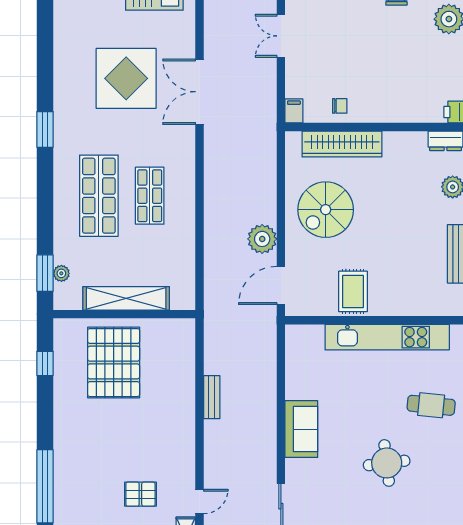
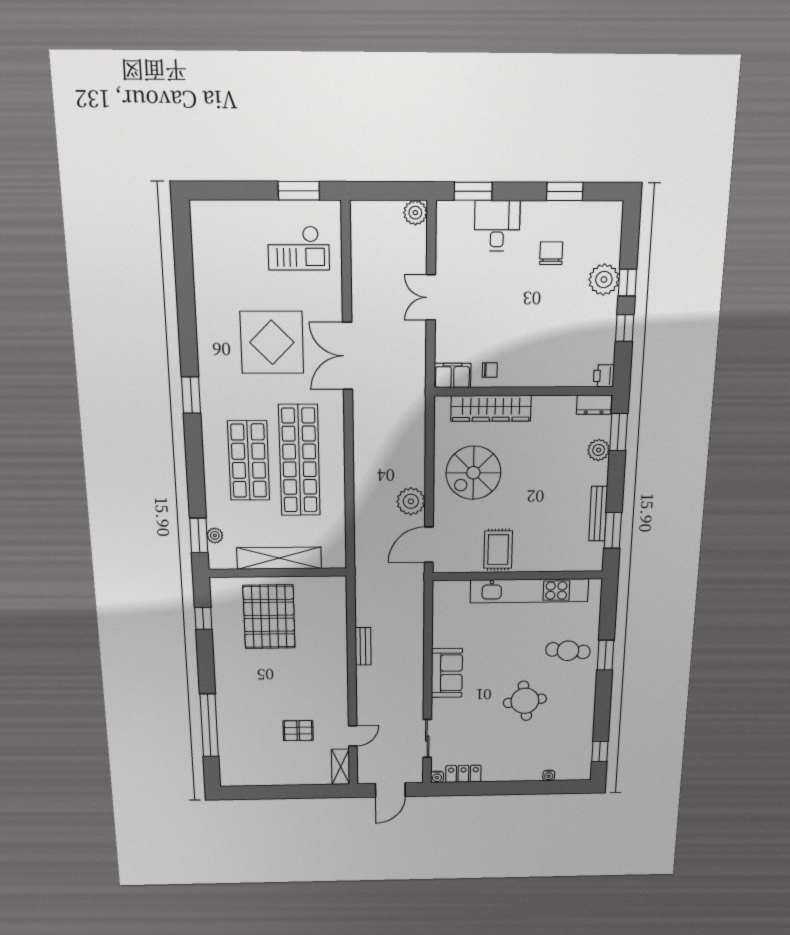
filing cabinet: (294, 111) -> (452, 375), width x2.00
shop shelf: (150, 196) -> (299, 460), width x2.00, depth x1.36

